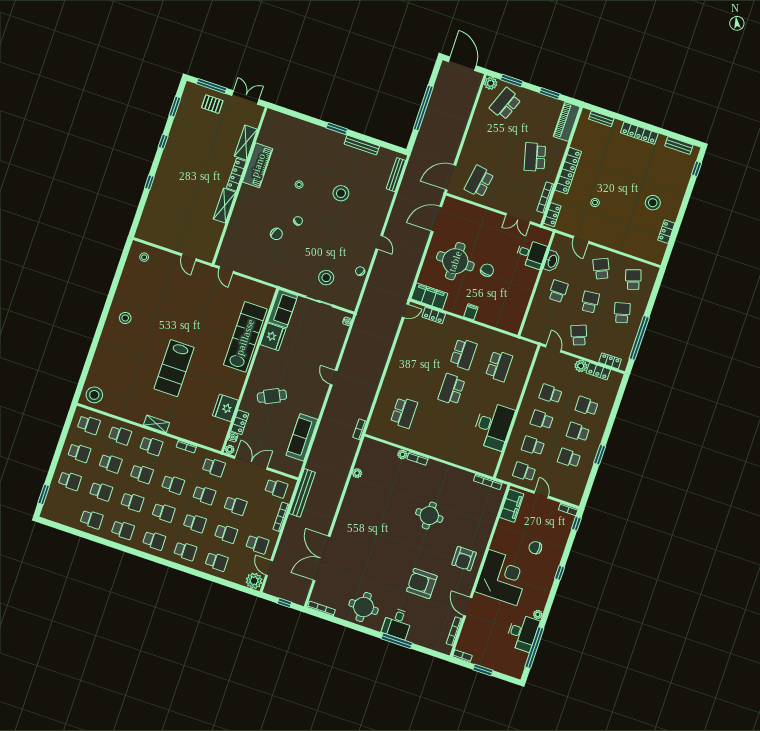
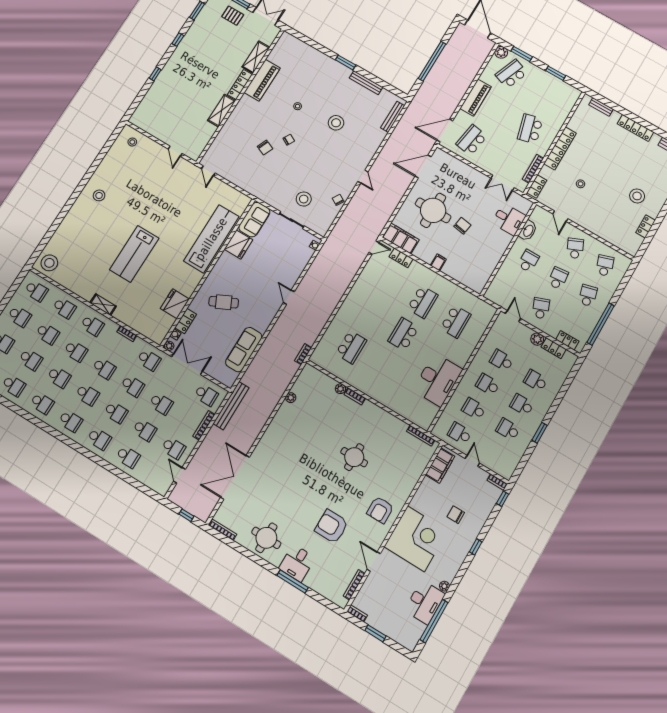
piano: (567, 122) -> (476, 98), moved, turned 180
plant: (254, 581) -> (161, 485), removed

